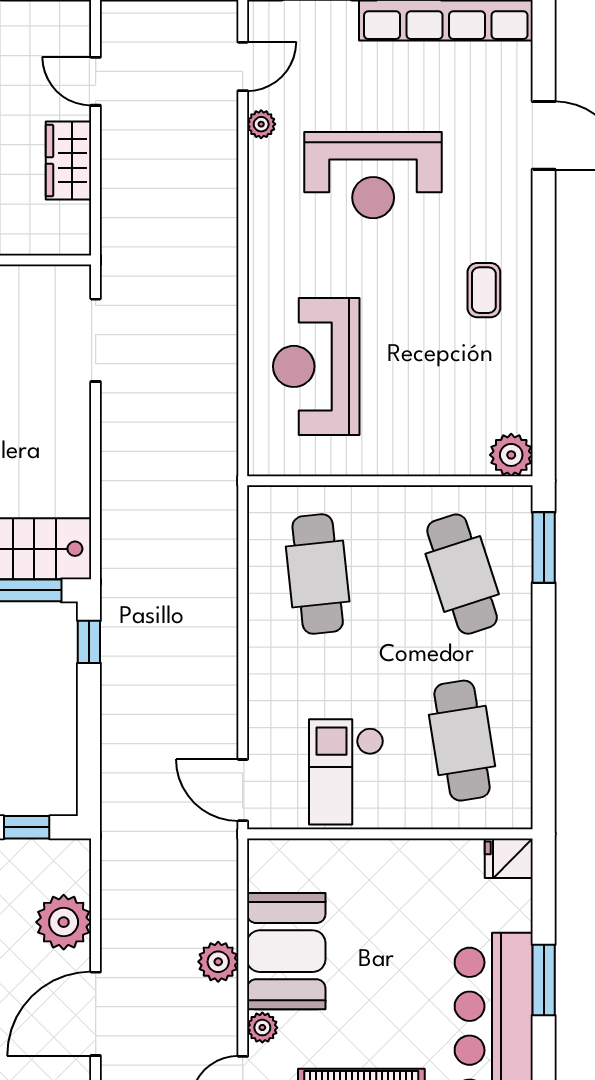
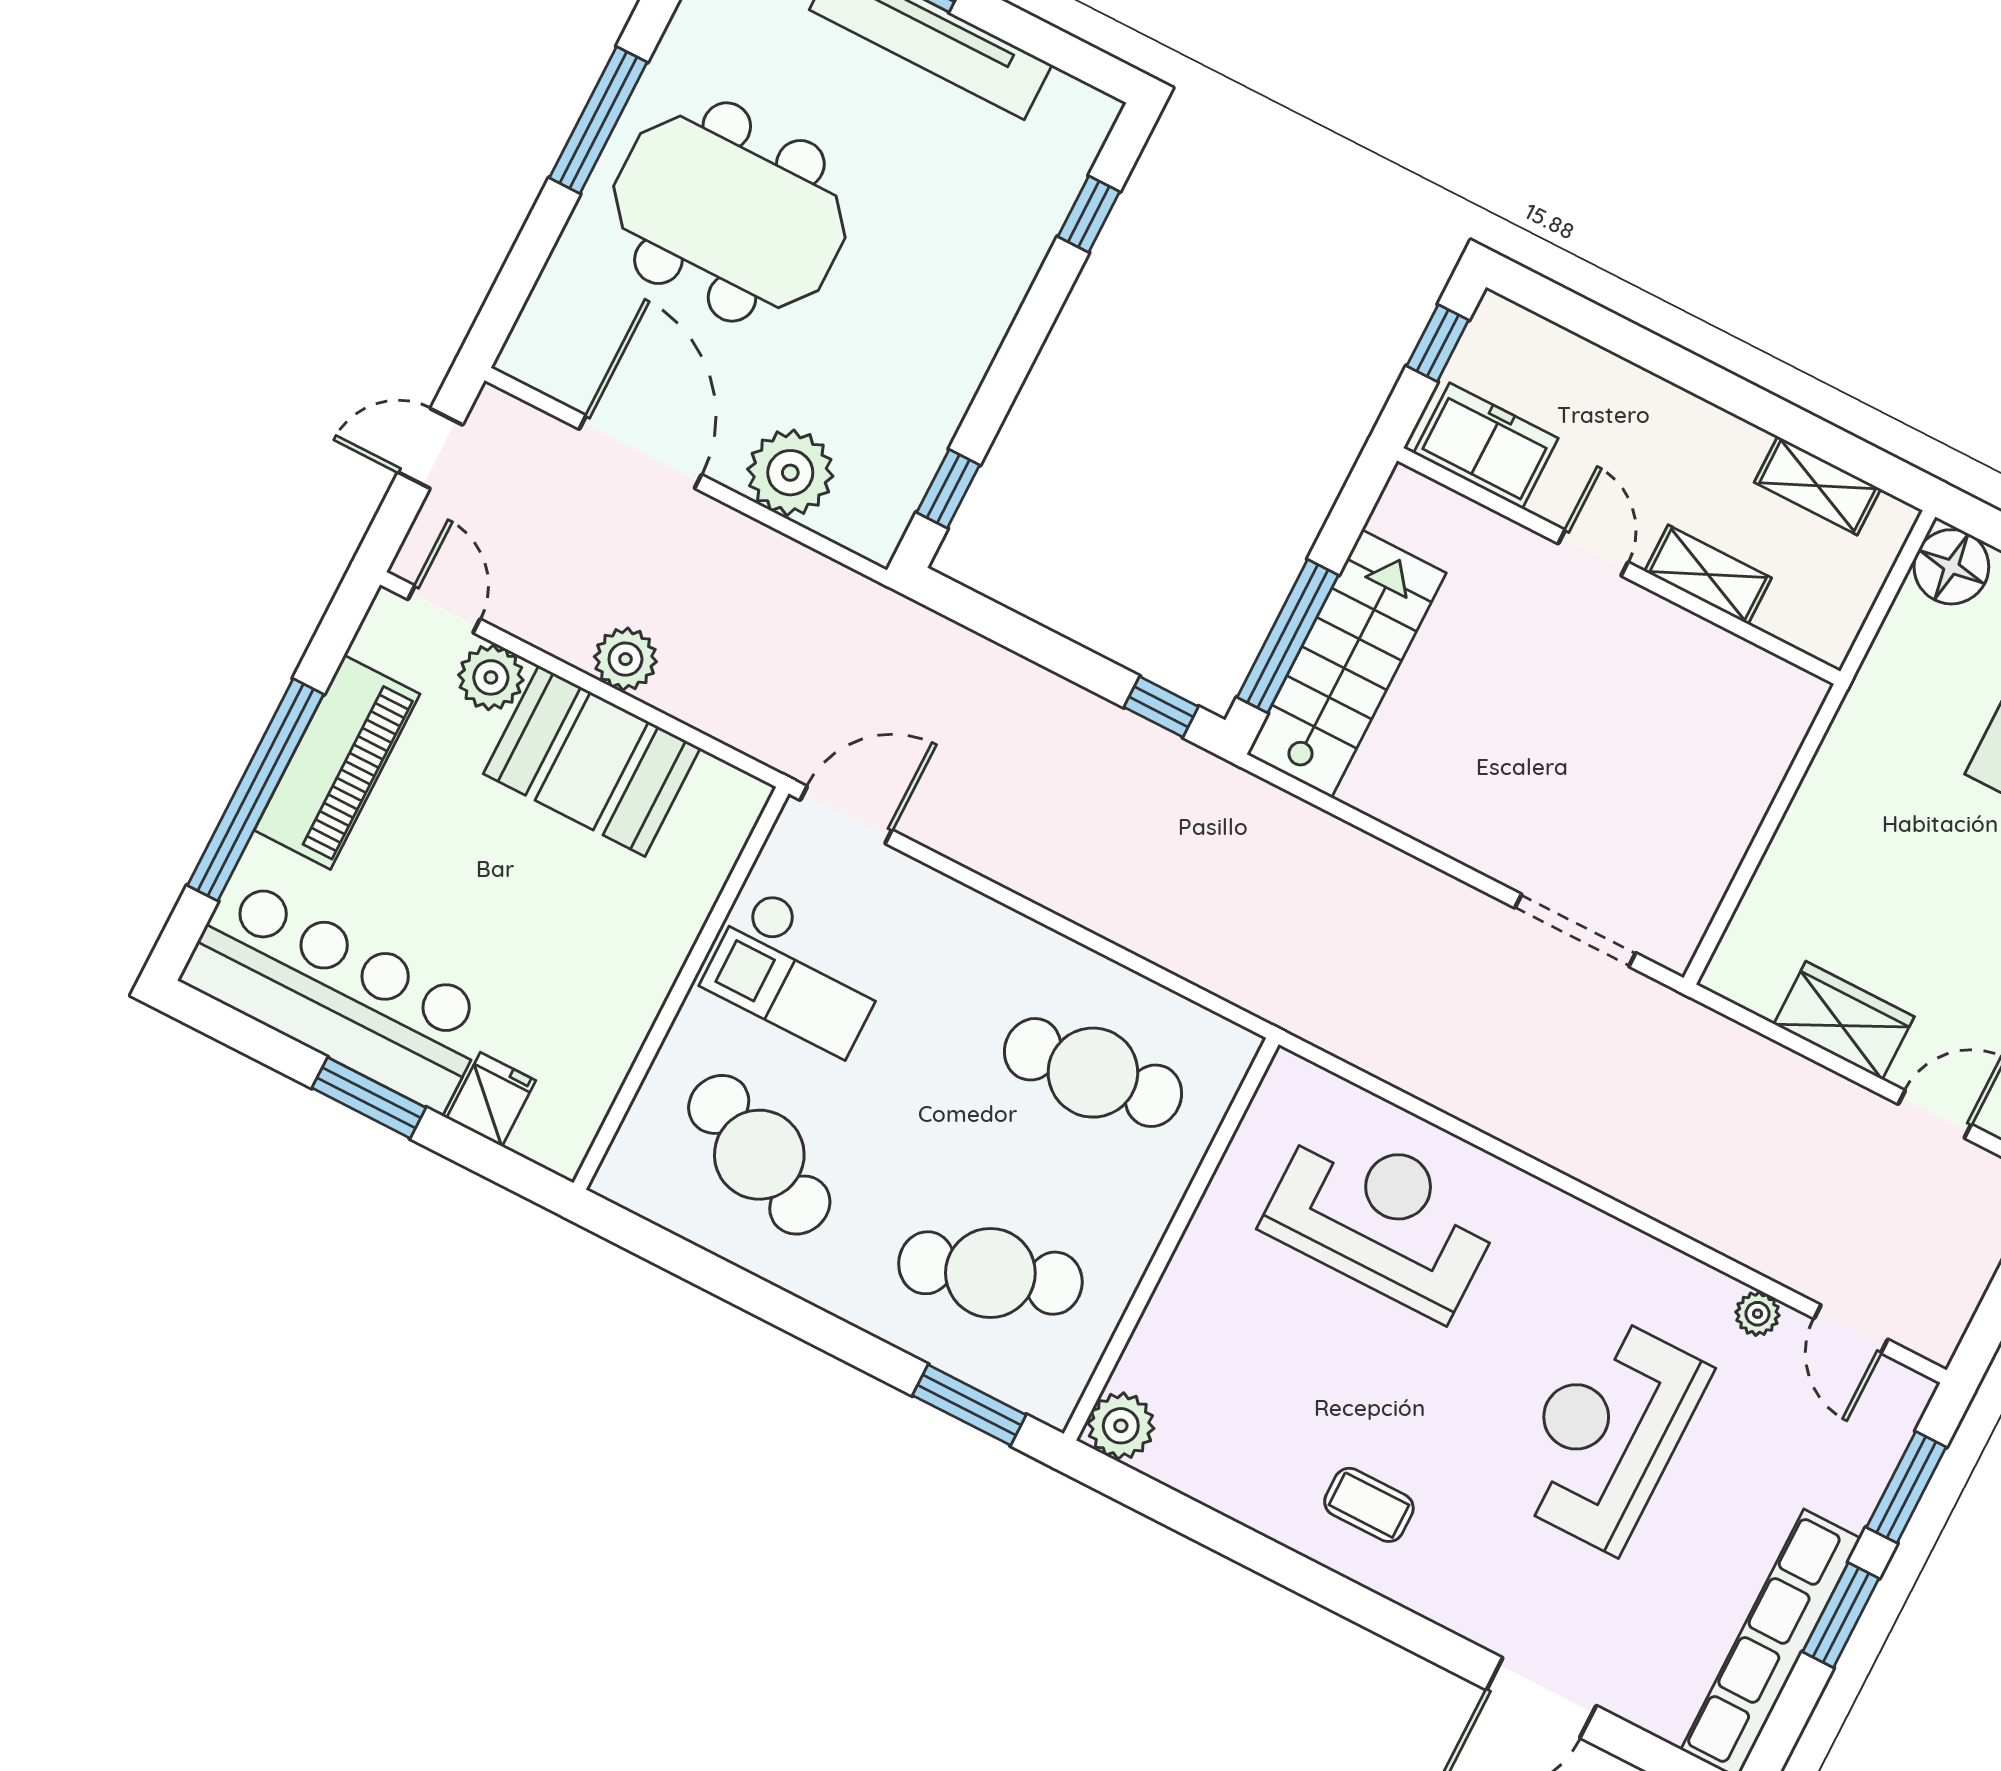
cafe table: (462, 741) -> (759, 1155), turned 33
checkout: (346, 772) -> (798, 972), turned 180
fridge: (509, 858) -> (491, 1099), moved
plant: (262, 1028) -> (491, 677), width x1.38, depth x1.38

